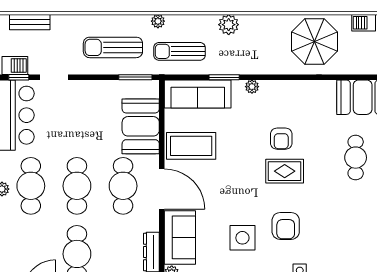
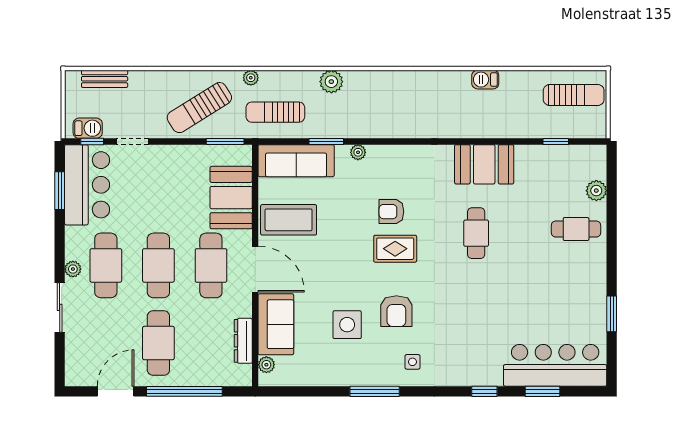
parasol: (314, 42) -> (429, 101), removed
sun lounger: (113, 47) -> (199, 108), turned -32
armchair: (281, 139) -> (391, 212), turned 90

